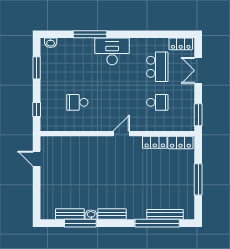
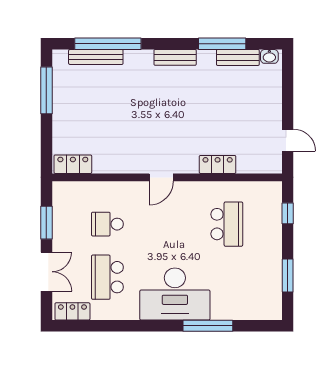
washbasin: (51, 43) -> (267, 313), removed
desk: (112, 51) -> (175, 294), width x1.36, depth x1.30
school desk: (77, 102) -> (227, 224), width x1.85
window: (198, 115) -> (46, 223), moved
locker: (155, 142) -> (218, 164), moved
window: (198, 179) -> (46, 90), moved
washbasin: (91, 215) -> (269, 56), moved

